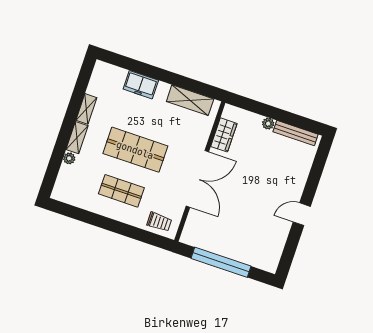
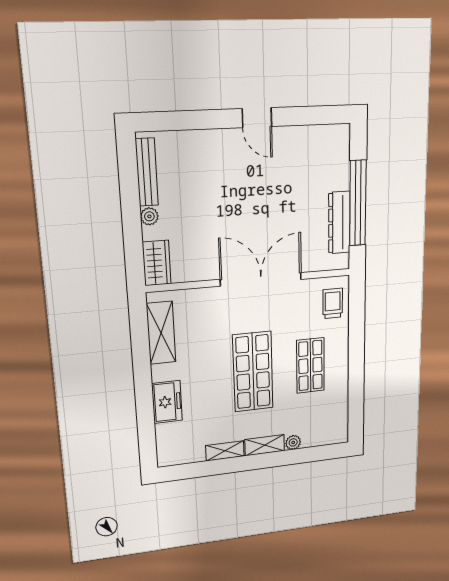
wardrobe: (224, 135) -> (157, 263), moved, turned 90
dresser: (213, 245) -> (339, 223), added

